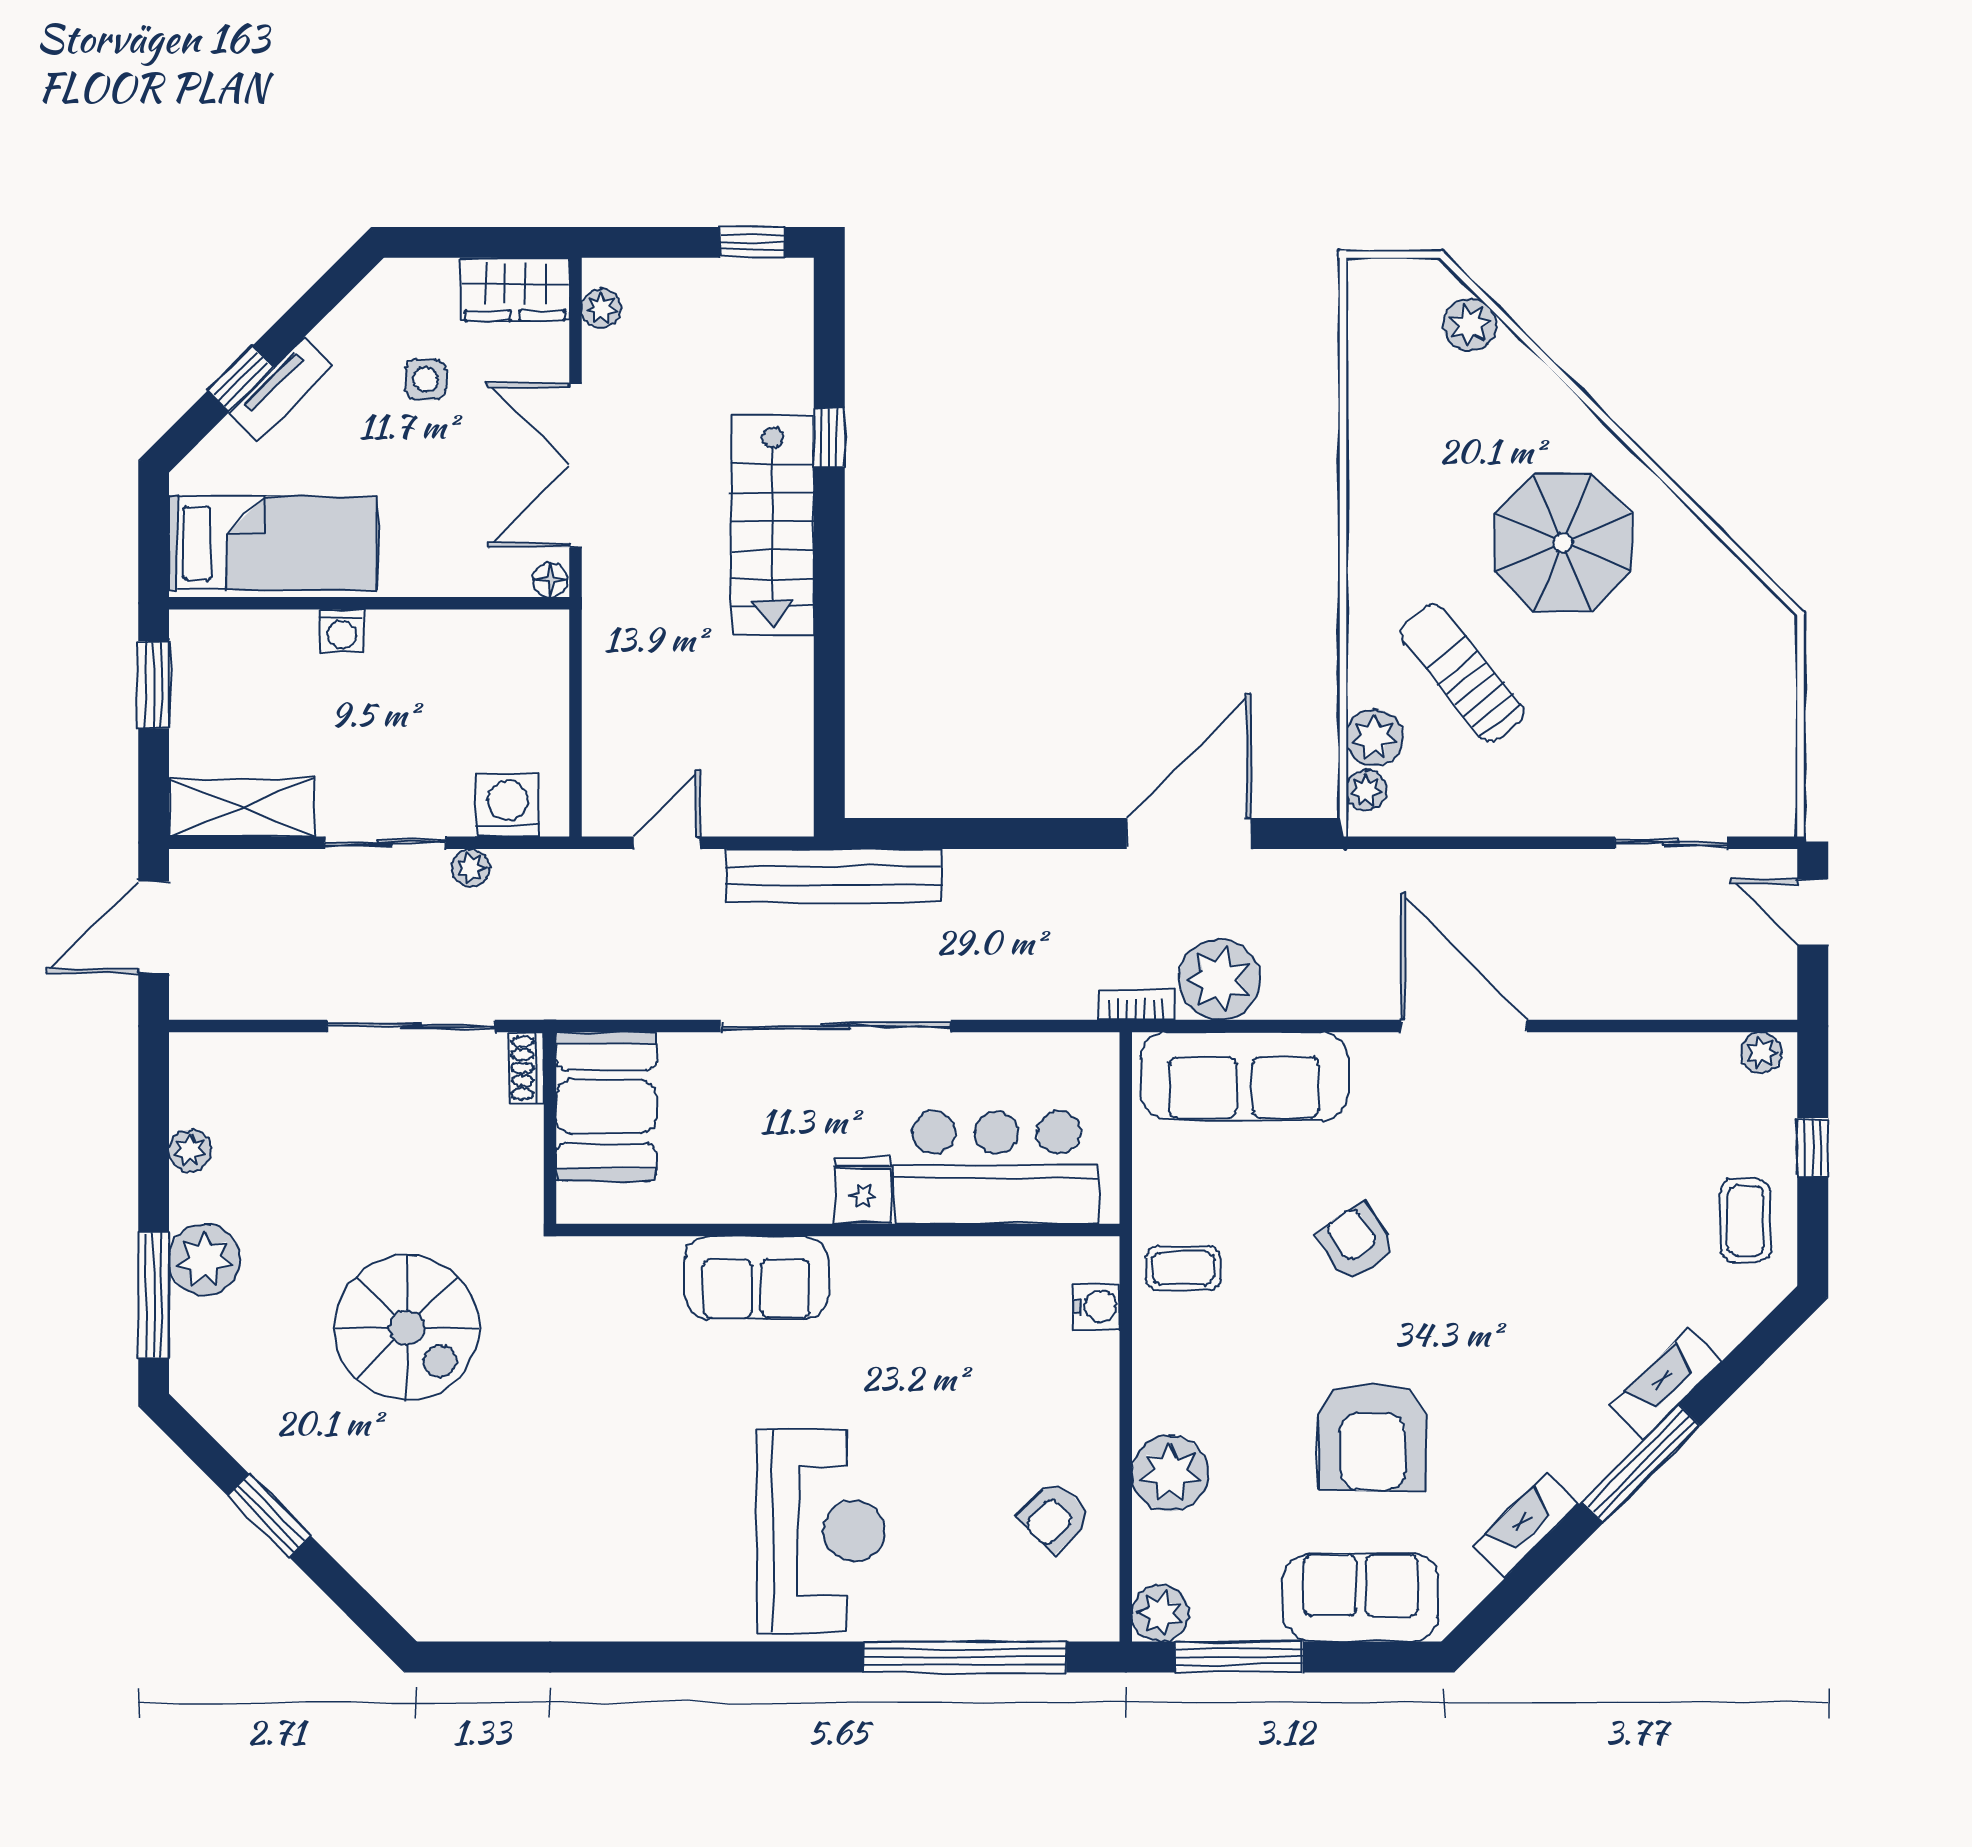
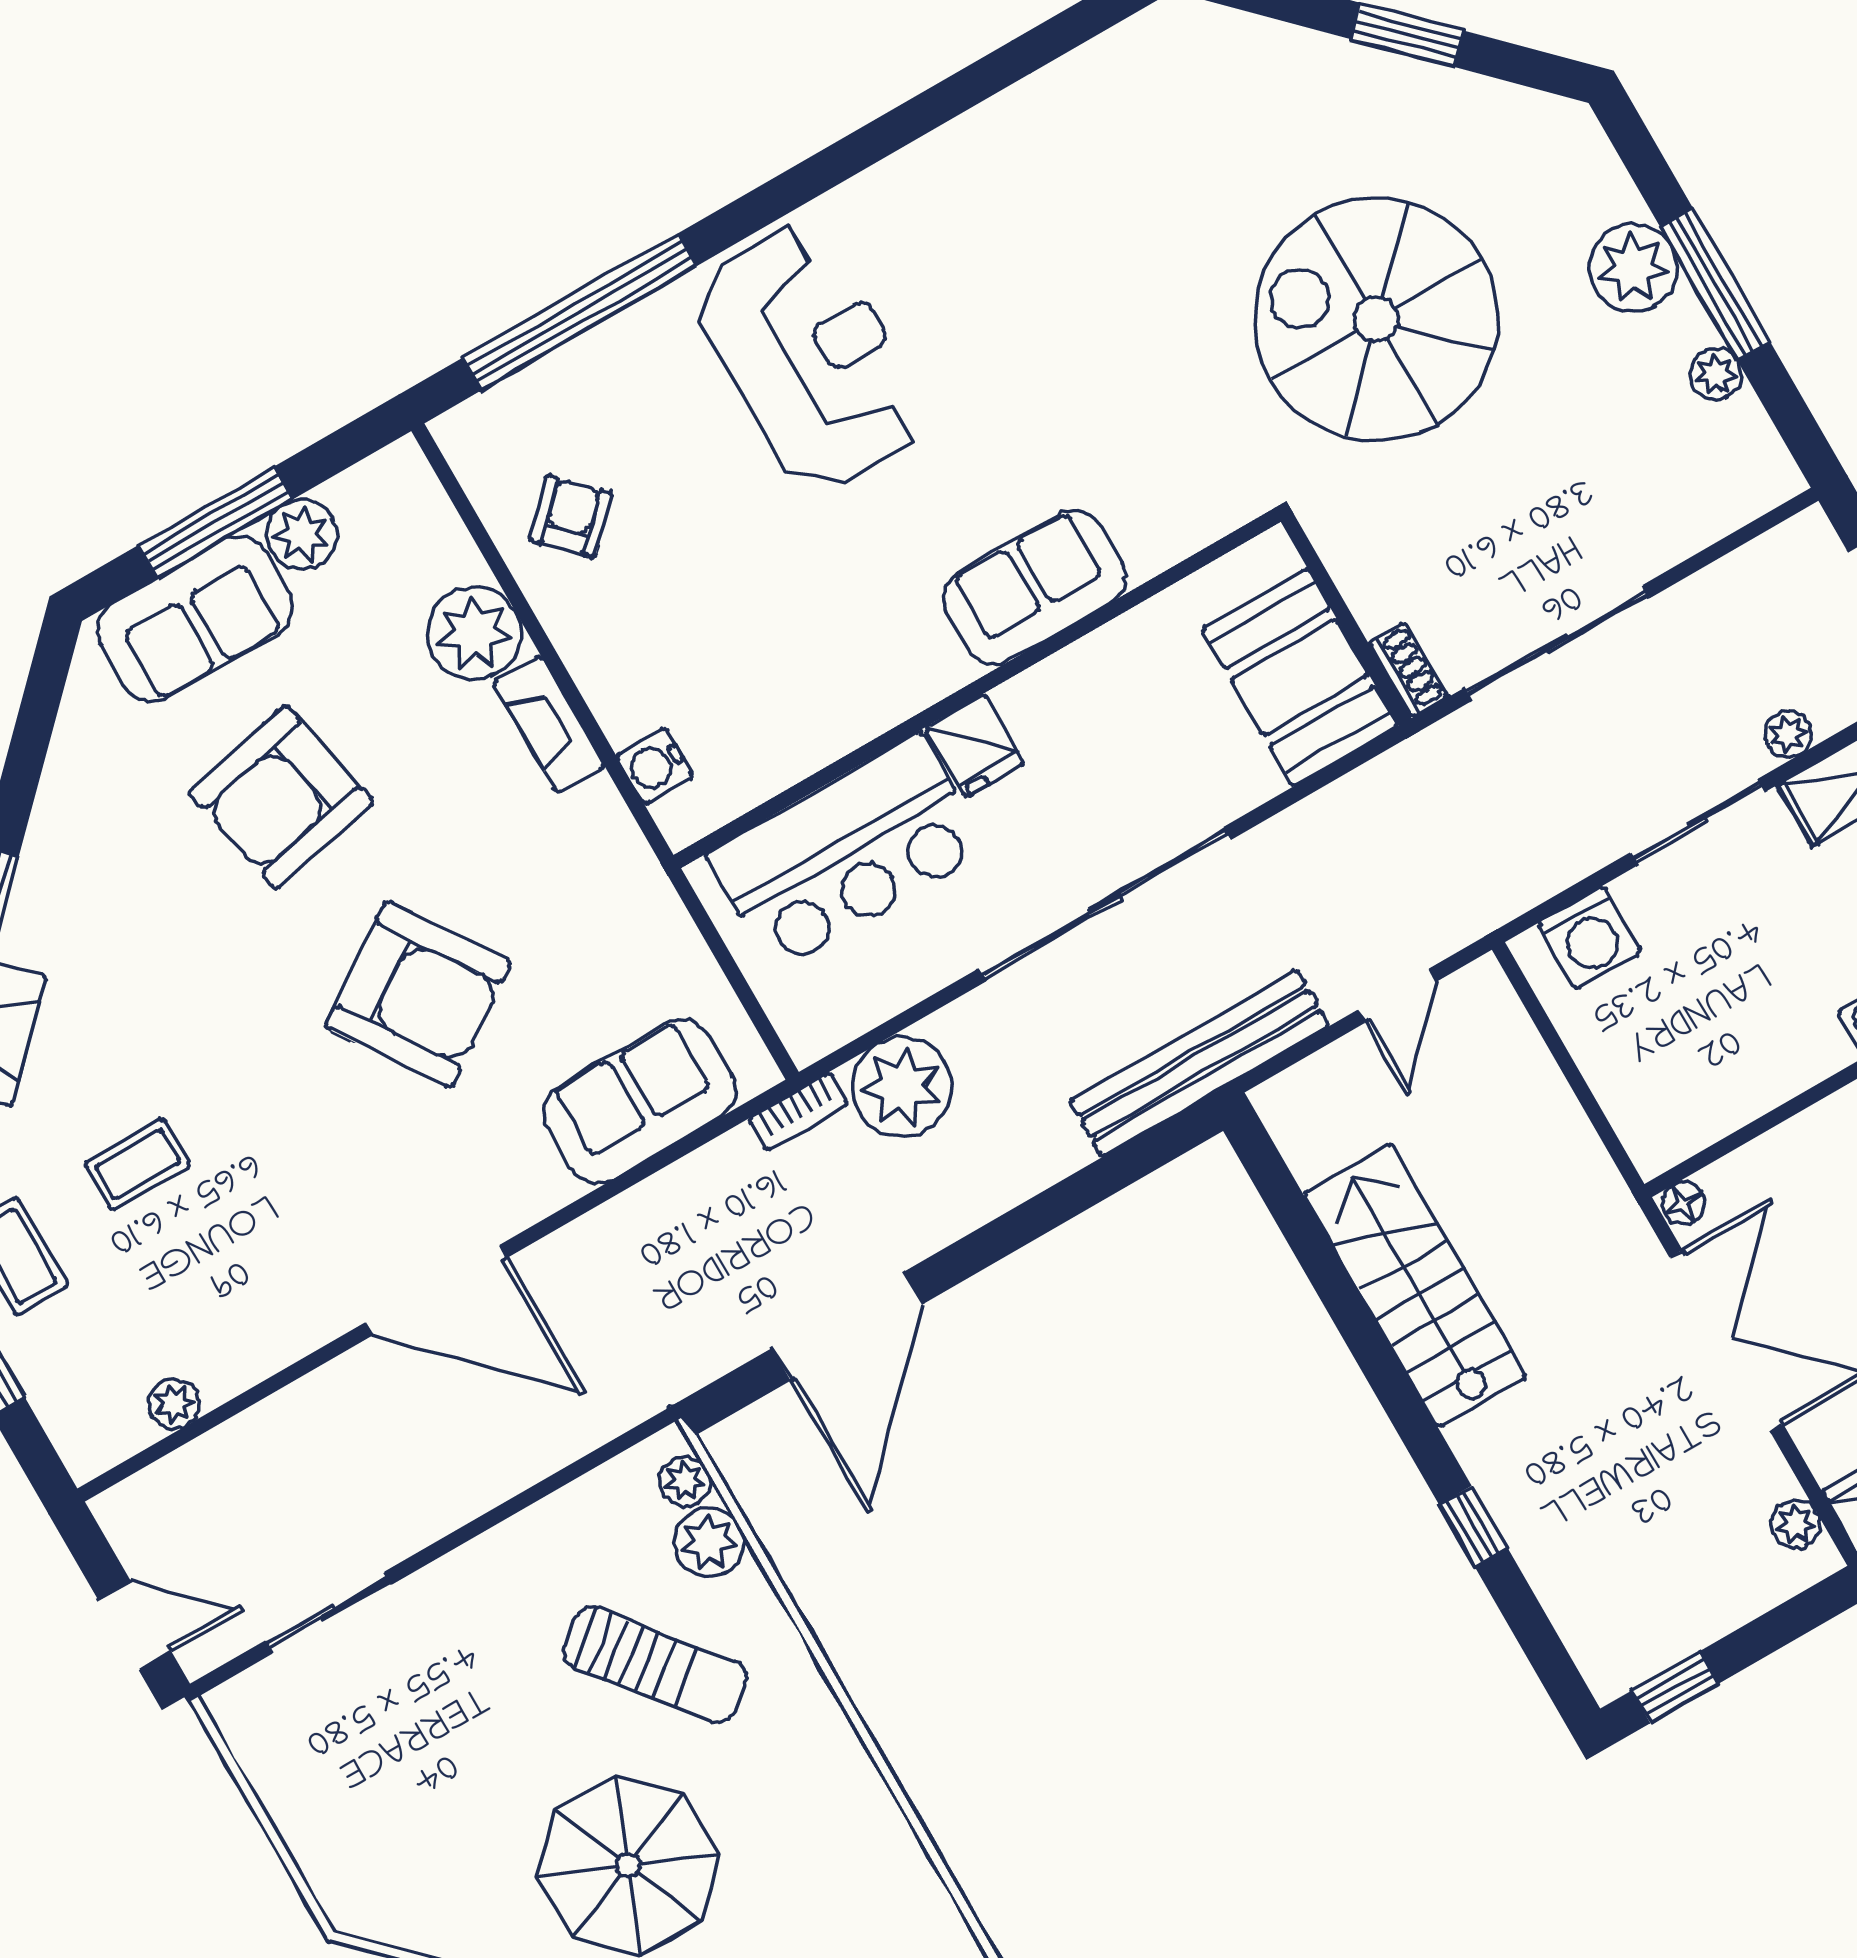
stairs: (772, 526) -> (1415, 1285), moved
plant: (471, 868) -> (1788, 734), moved
plant: (1219, 979) -> (902, 1087), moved
plant: (1761, 1053) -> (174, 1404), moved
sofa: (1244, 1076) -> (639, 1102), width x0.73
armchair: (1356, 1242) -> (418, 994), width x1.88, depth x1.88
coffee table: (1183, 1268) -> (138, 1164), moved
window: (154, 1295) -> (1715, 284), moved
spiral stairs: (407, 1328) -> (1376, 319), width x1.37, depth x1.37
armchair: (1373, 1437) -> (281, 797), turned -102
fireplace: (1526, 1526) -> (549, 724), moved, turned 135
reception desk: (821, 1531) -> (810, 358), turned 180
plant: (1160, 1613) -> (302, 534), moved
window: (1239, 1657) -> (215, 523), moved

